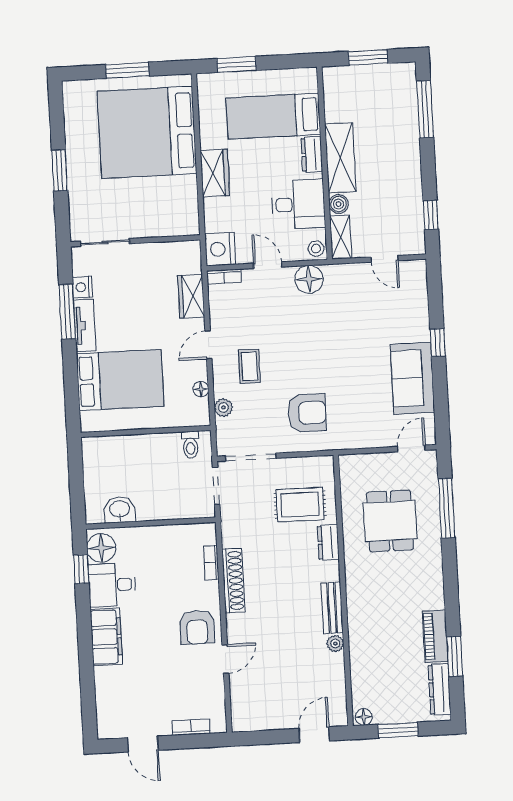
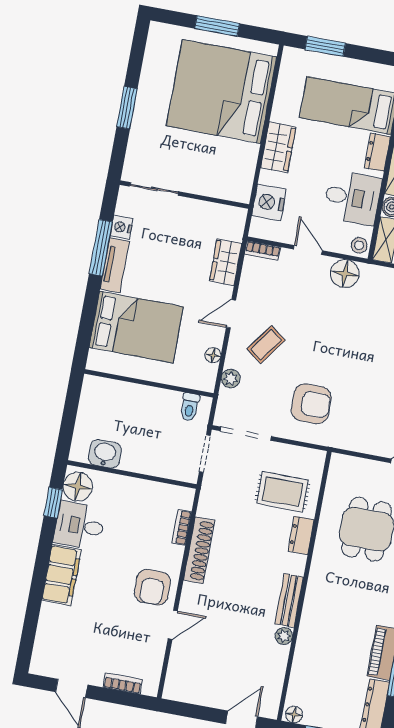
nightstand: (220, 249) -> (269, 202), moved
coffee table: (249, 366) -> (266, 344), turned 36

